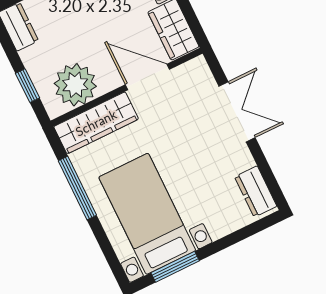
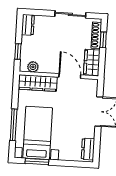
plant: (75, 85) -> (33, 67), width x0.53, depth x0.53
window: (77, 188) -> (14, 125), moved

